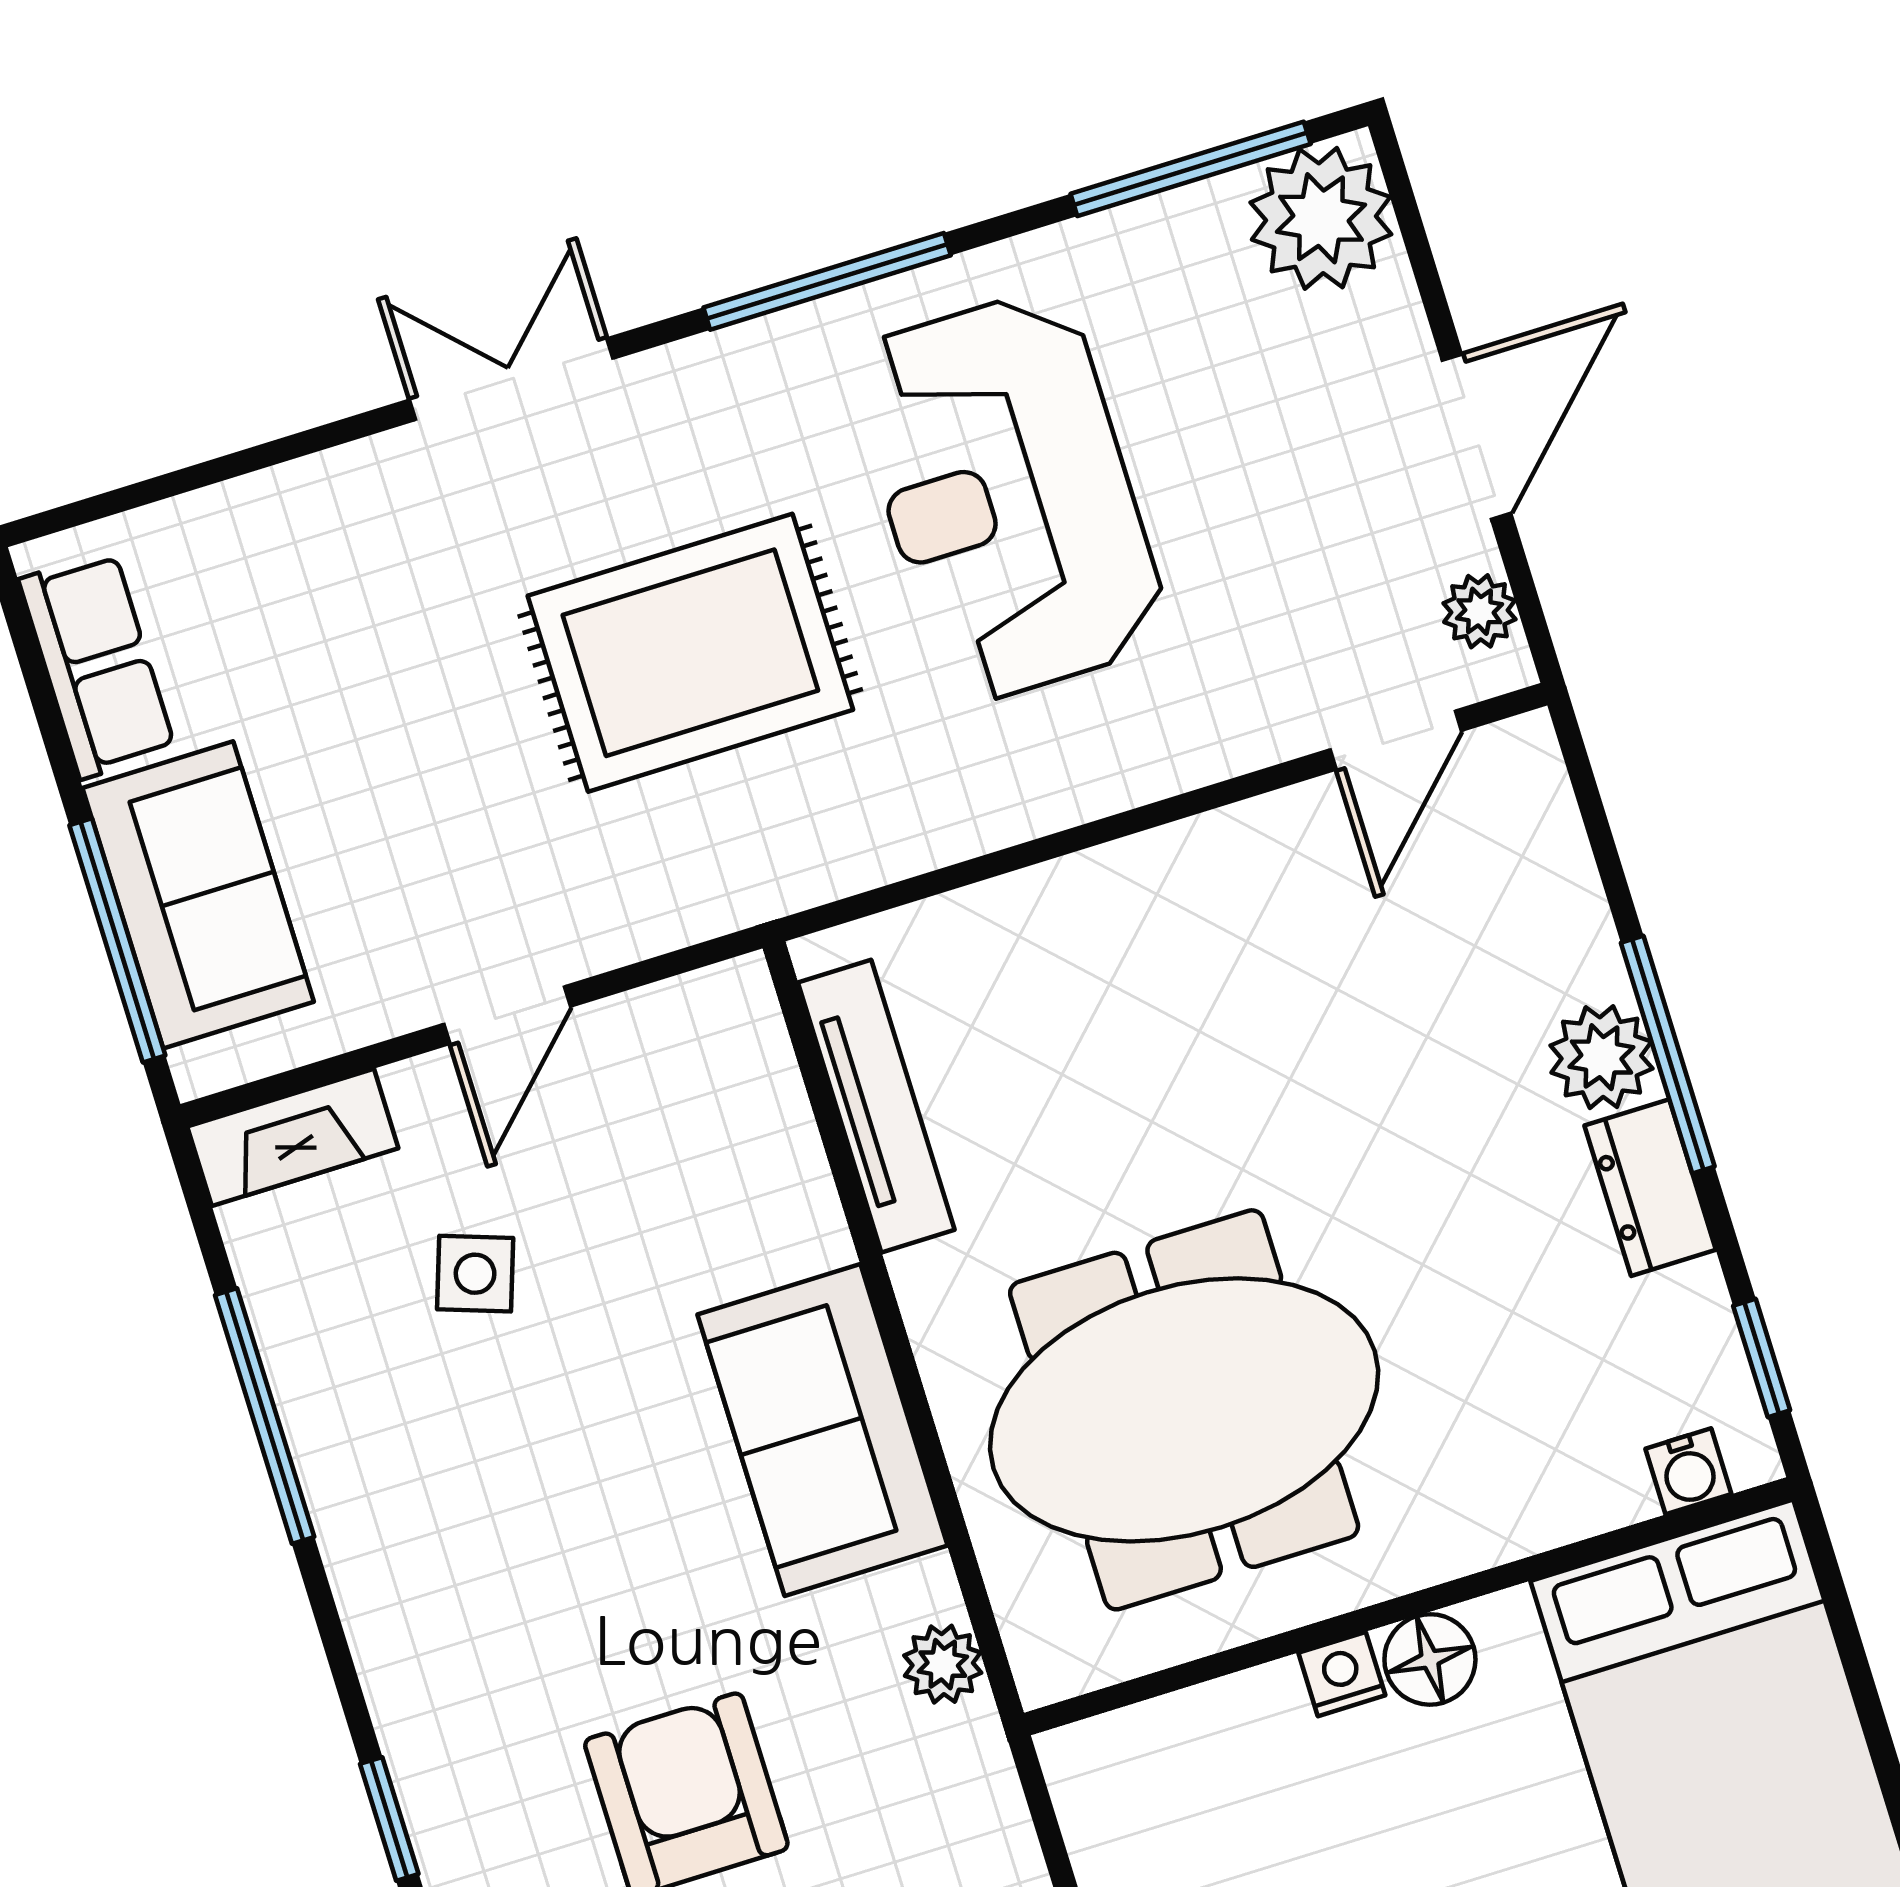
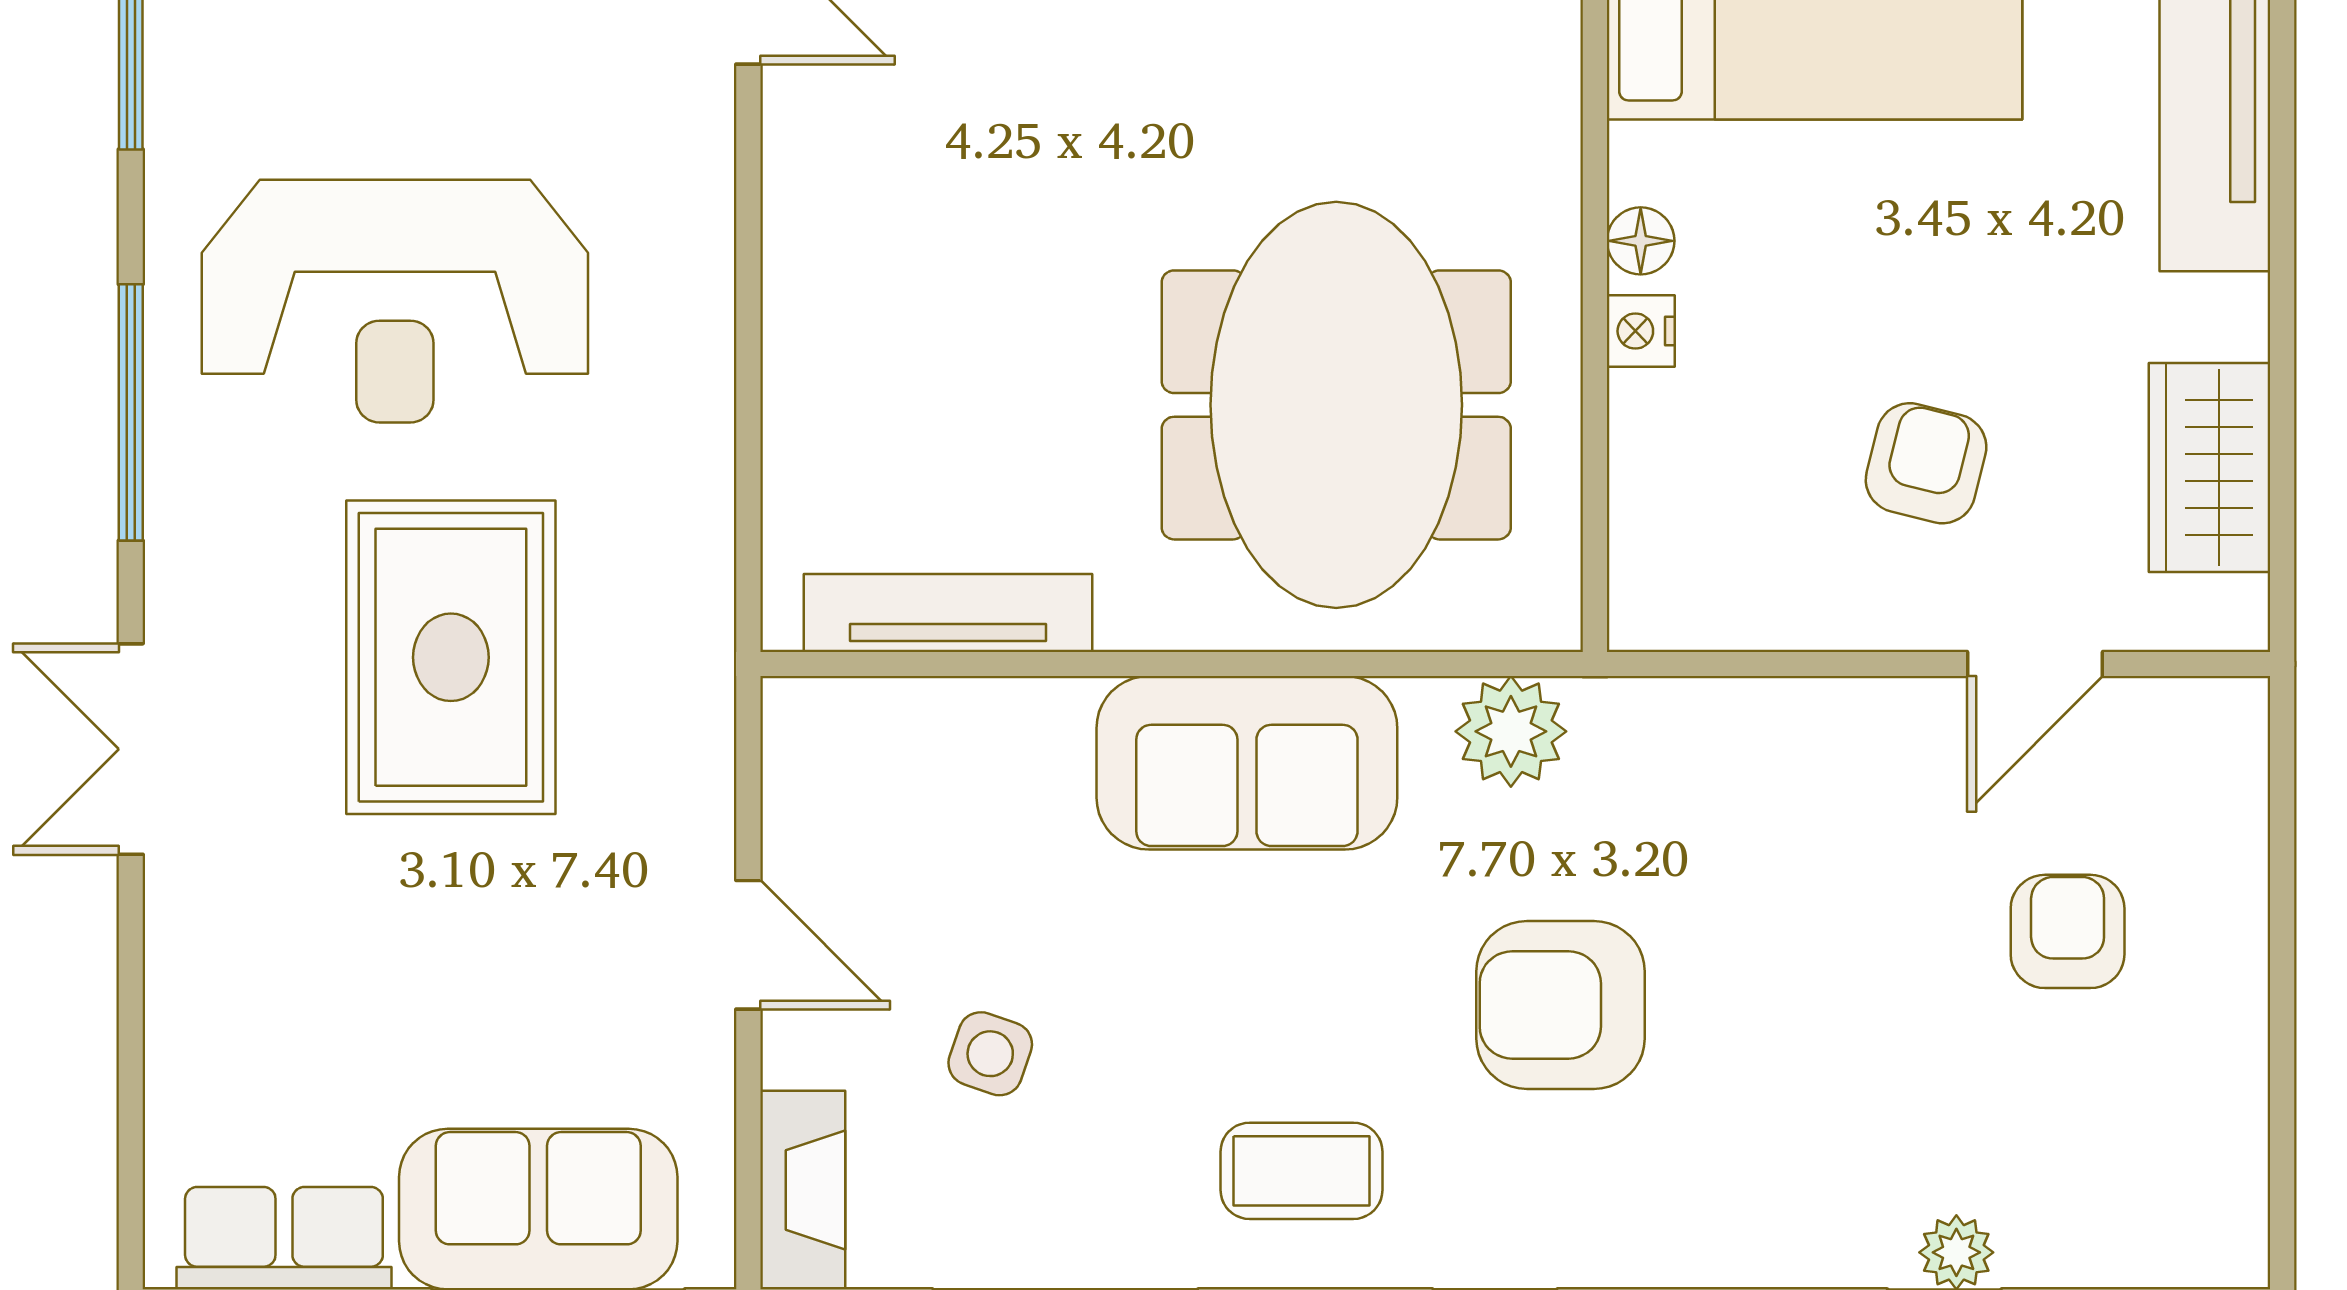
coffee table: (456, 1600) -> (1301, 1171), added
floor lamp: (1430, 1659) -> (1641, 241), width x0.73, depth x0.73
plant: (943, 1664) -> (1511, 731), width x1.38, depth x1.38

